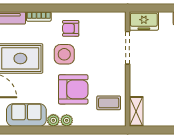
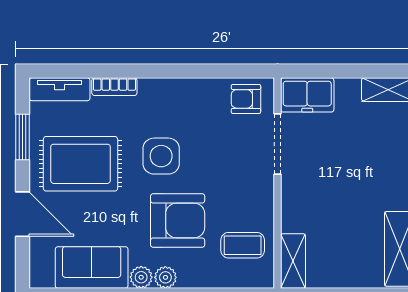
armchair: (71, 28) -> (246, 99), moved

